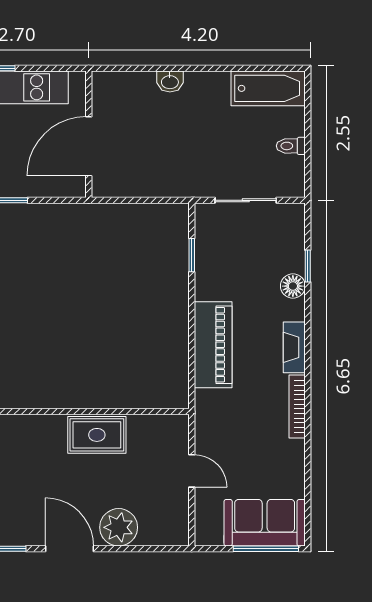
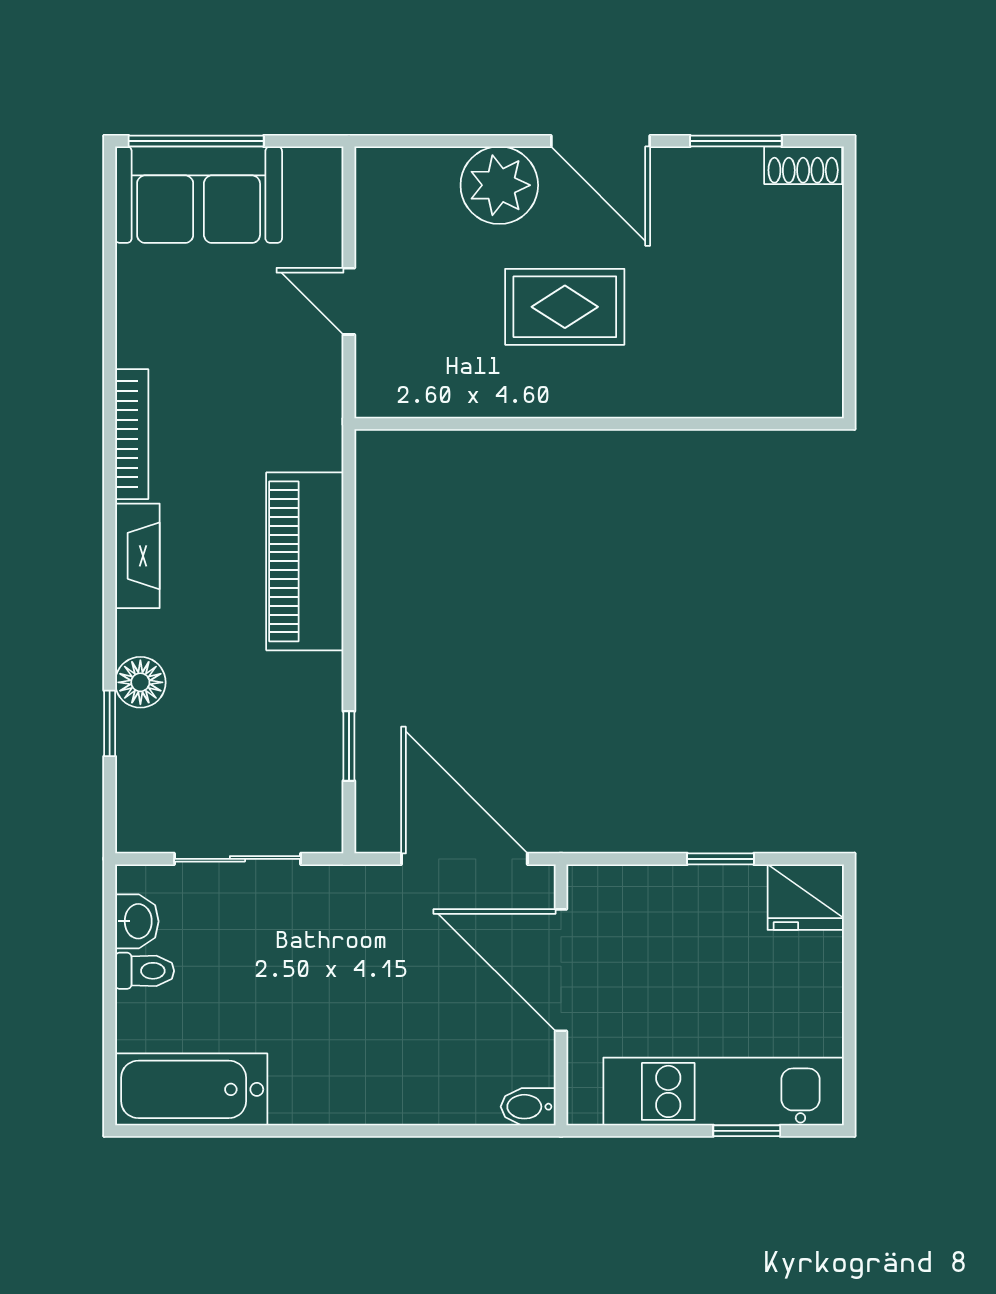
bidet: (105, 80) -> (528, 1107), added
washbasin: (170, 82) -> (137, 921), moved, turned 90
door: (89, 146) -> (561, 970), swing flipped
door: (136, 200) -> (464, 859), added
rug: (97, 435) -> (565, 307), moved

